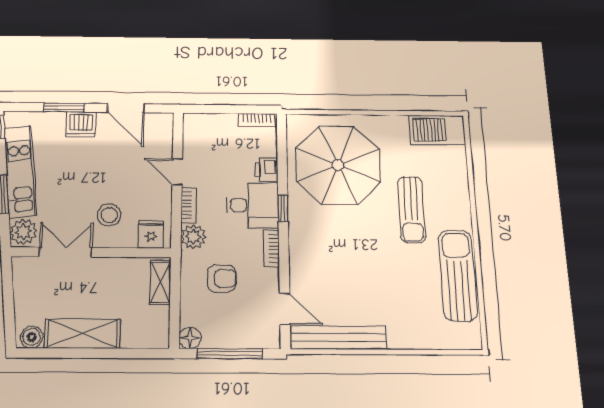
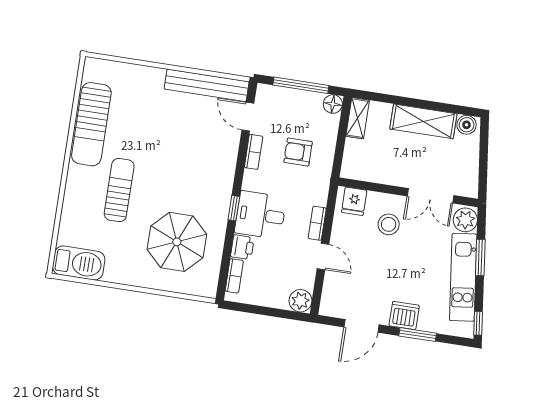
door: (126, 108) -> (362, 326), swing flipped
bookcase: (257, 120) -> (234, 276), moved, turned 90
parasol: (338, 165) -> (177, 242), width x0.73, depth x0.73
plant: (194, 237) -> (300, 301), moved
bookcase: (271, 248) -> (254, 152), moved
shelving: (160, 282) -> (358, 118), moved

